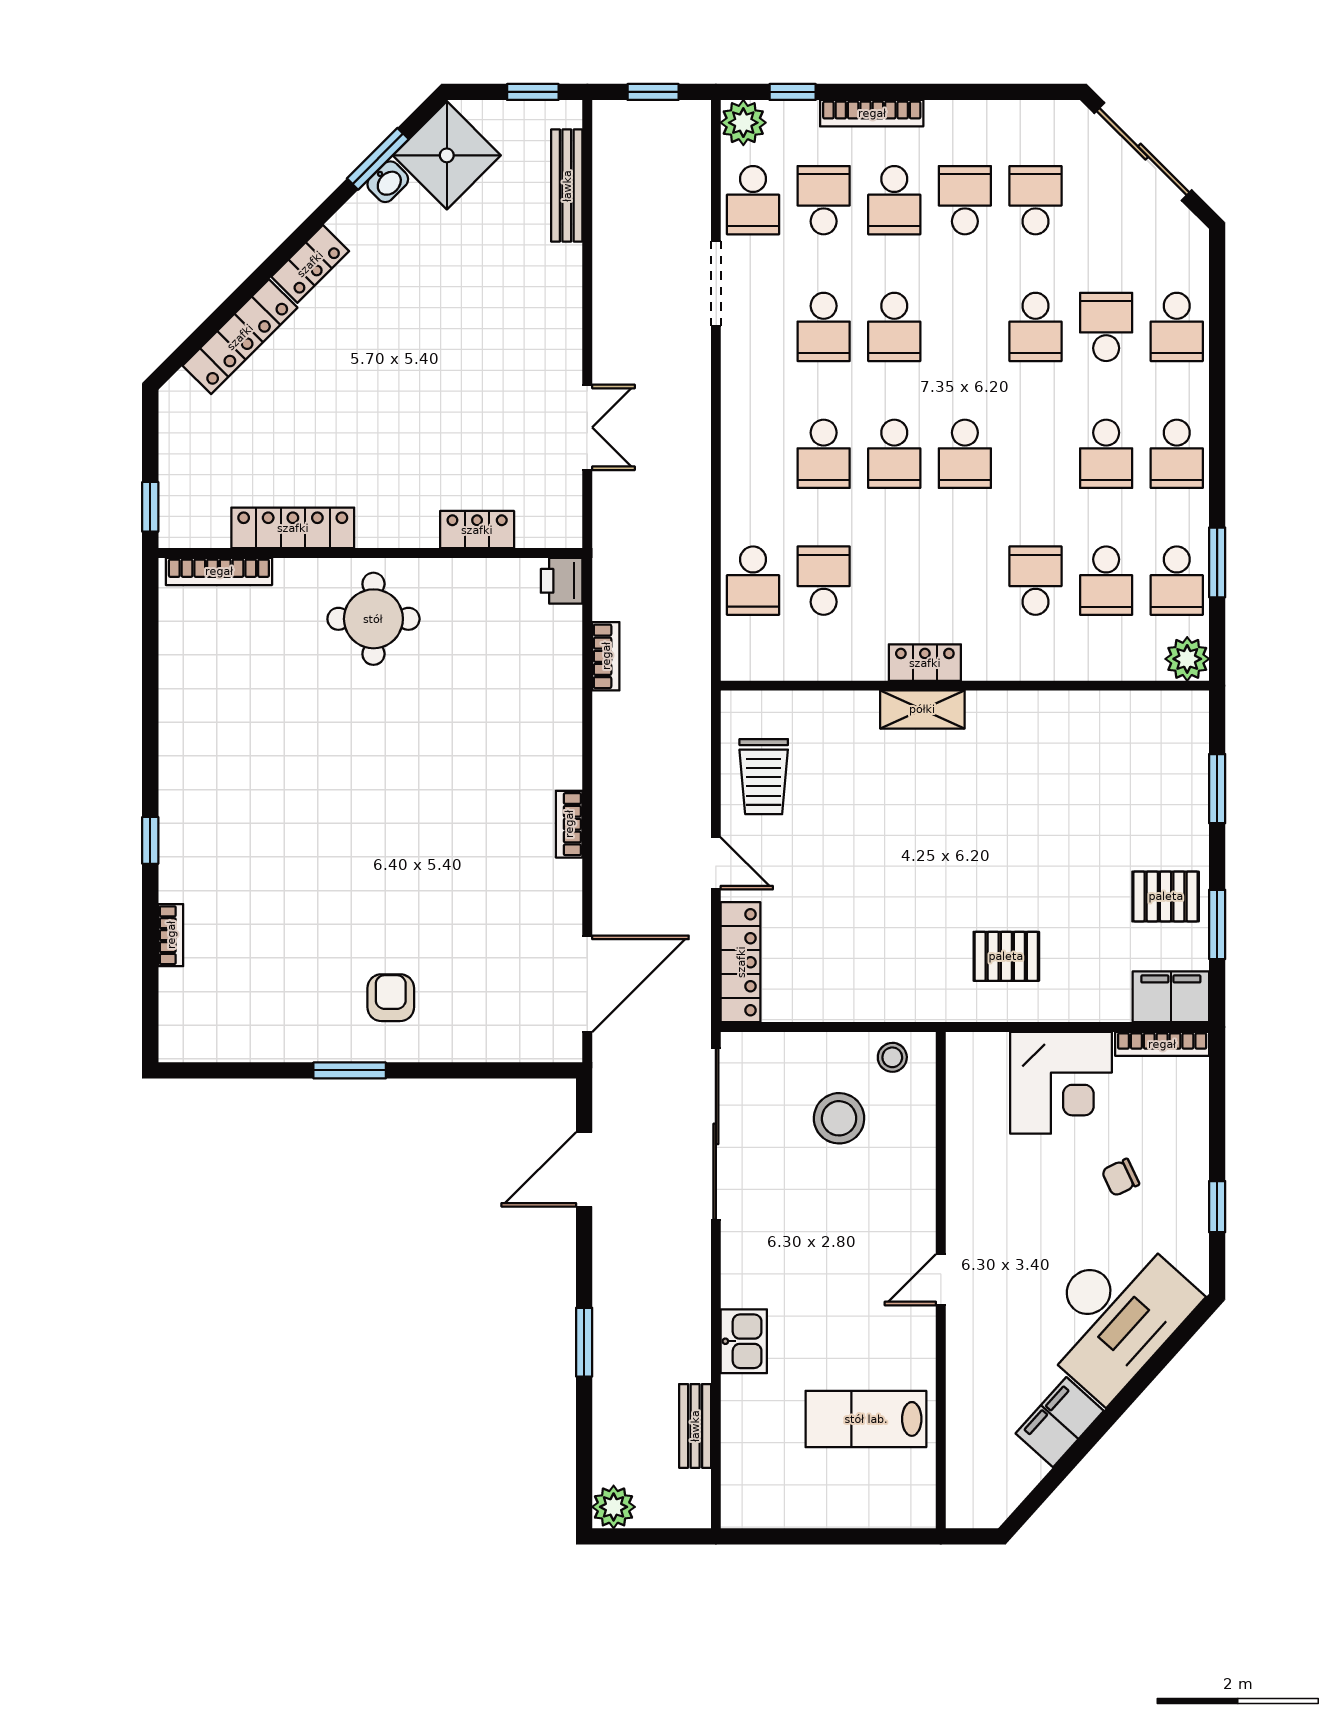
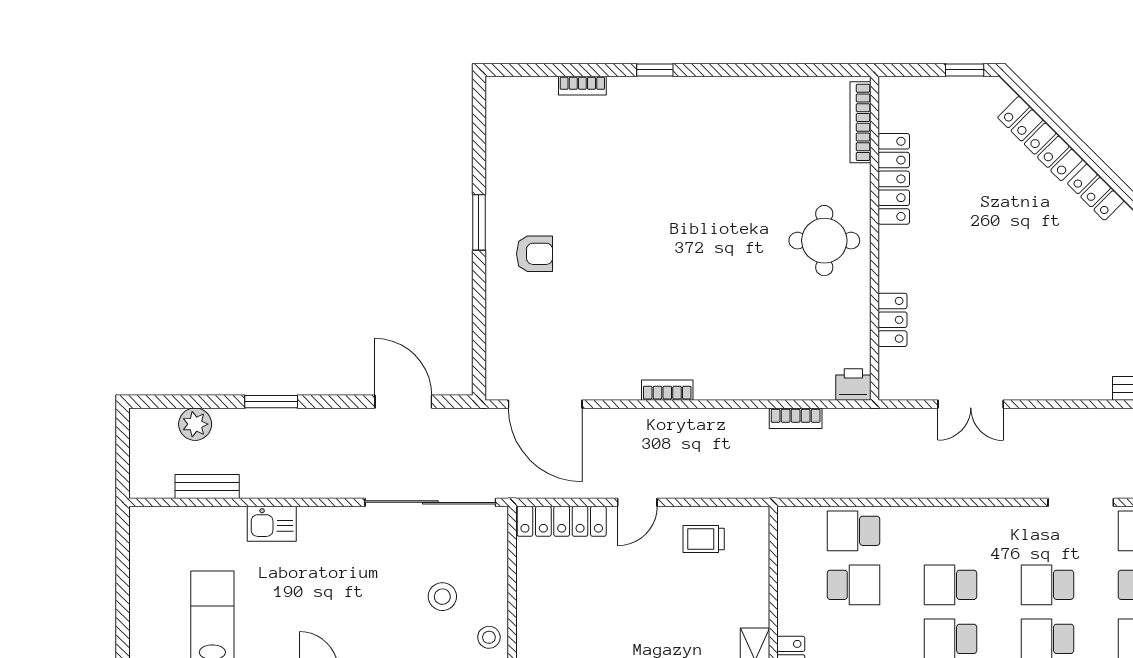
window: (150, 507) -> (965, 70), moved
trolley: (764, 777) -> (704, 539), width x0.73, depth x0.72
stool: (839, 1118) -> (442, 597), width x0.73, depth x0.73
plant: (614, 1507) -> (195, 424), moved

